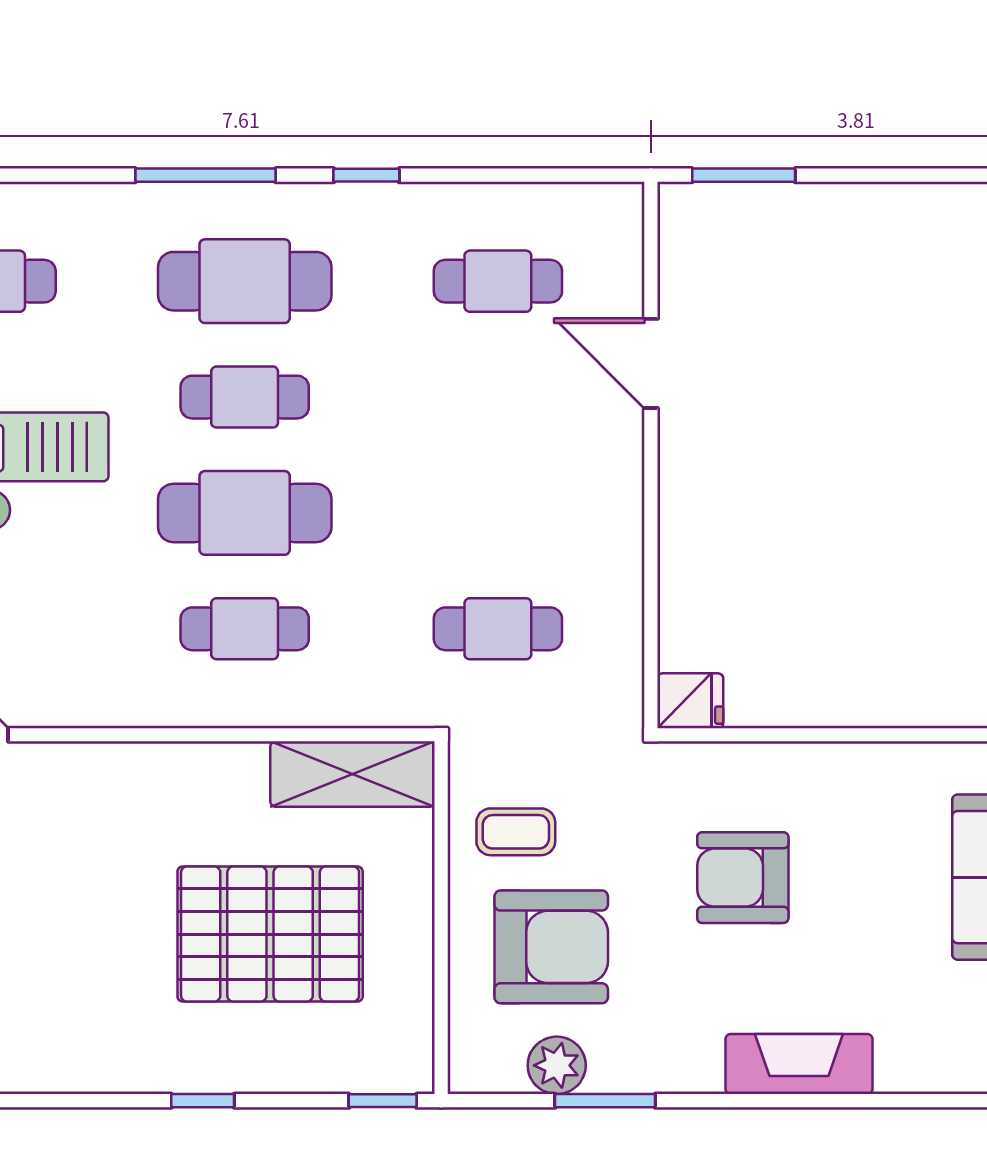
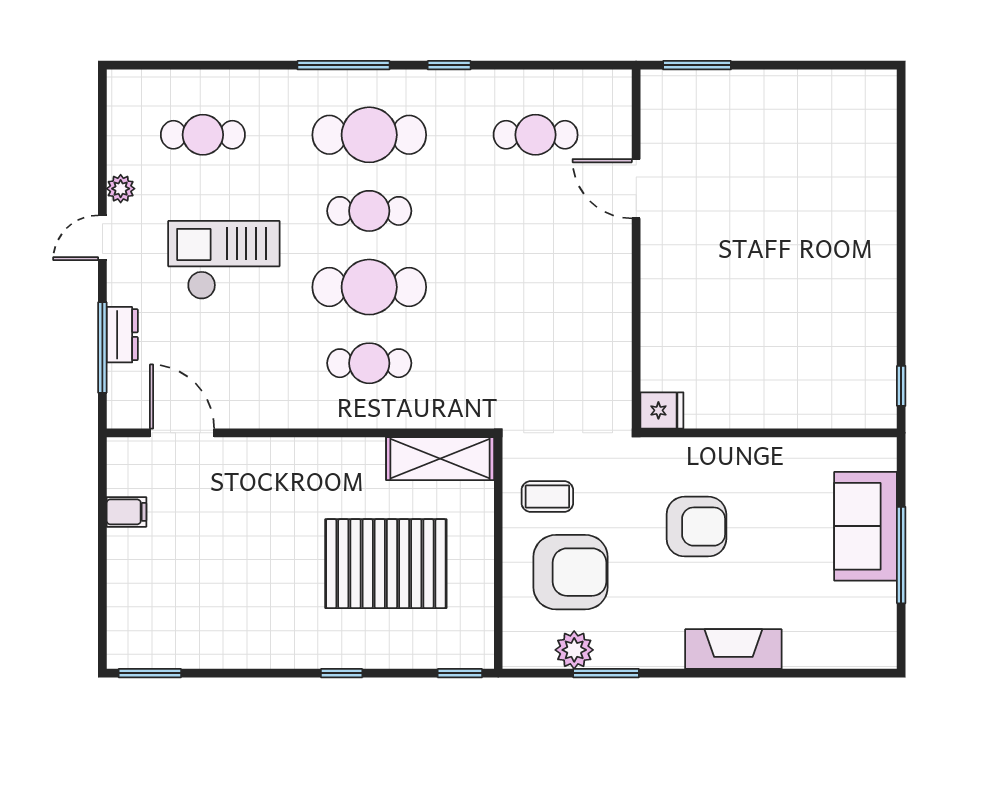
cafe table: (498, 629) -> (536, 363), removed
armchair: (743, 878) -> (696, 527), turned 180

